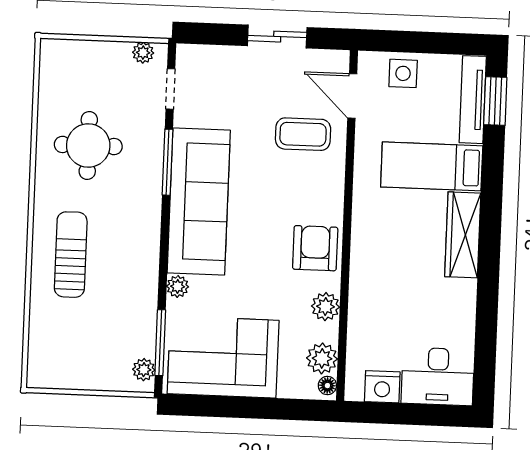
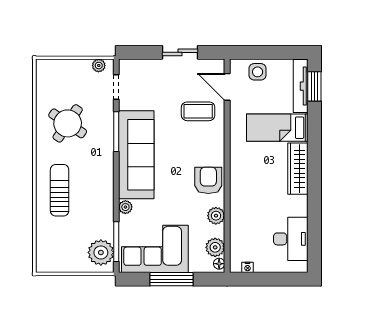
round table: (88, 145) -> (68, 123), turned 34
plant: (144, 370) -> (101, 252), width x1.88, depth x1.88
desk: (438, 376) -> (291, 239), moved, turned -90
nightstand: (382, 387) -> (248, 267), width x0.53, depth x0.56
window: (248, 408) -> (172, 279), added

